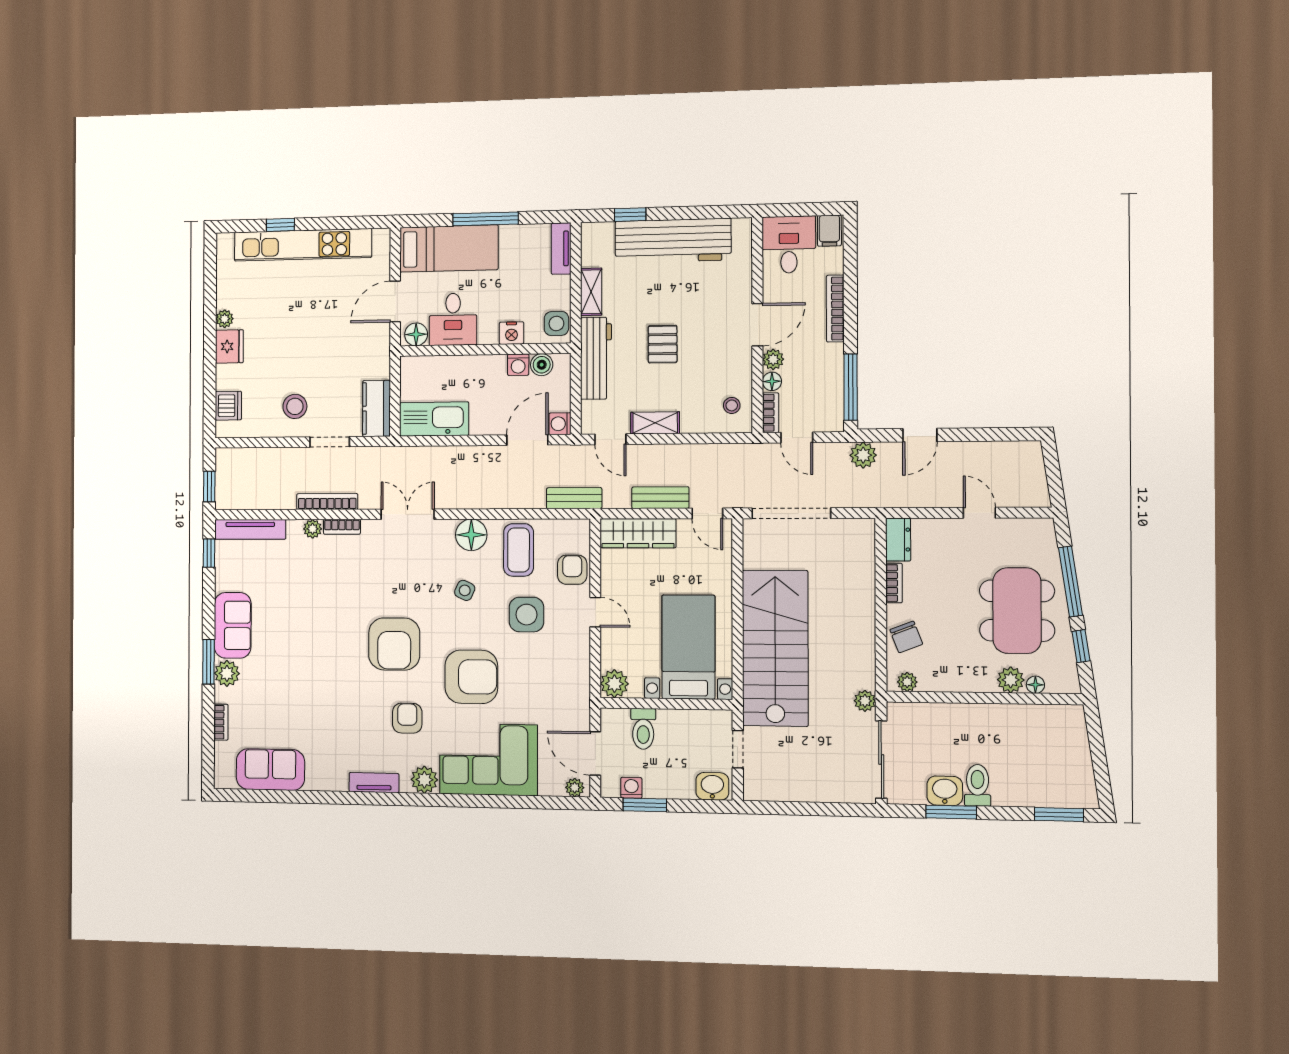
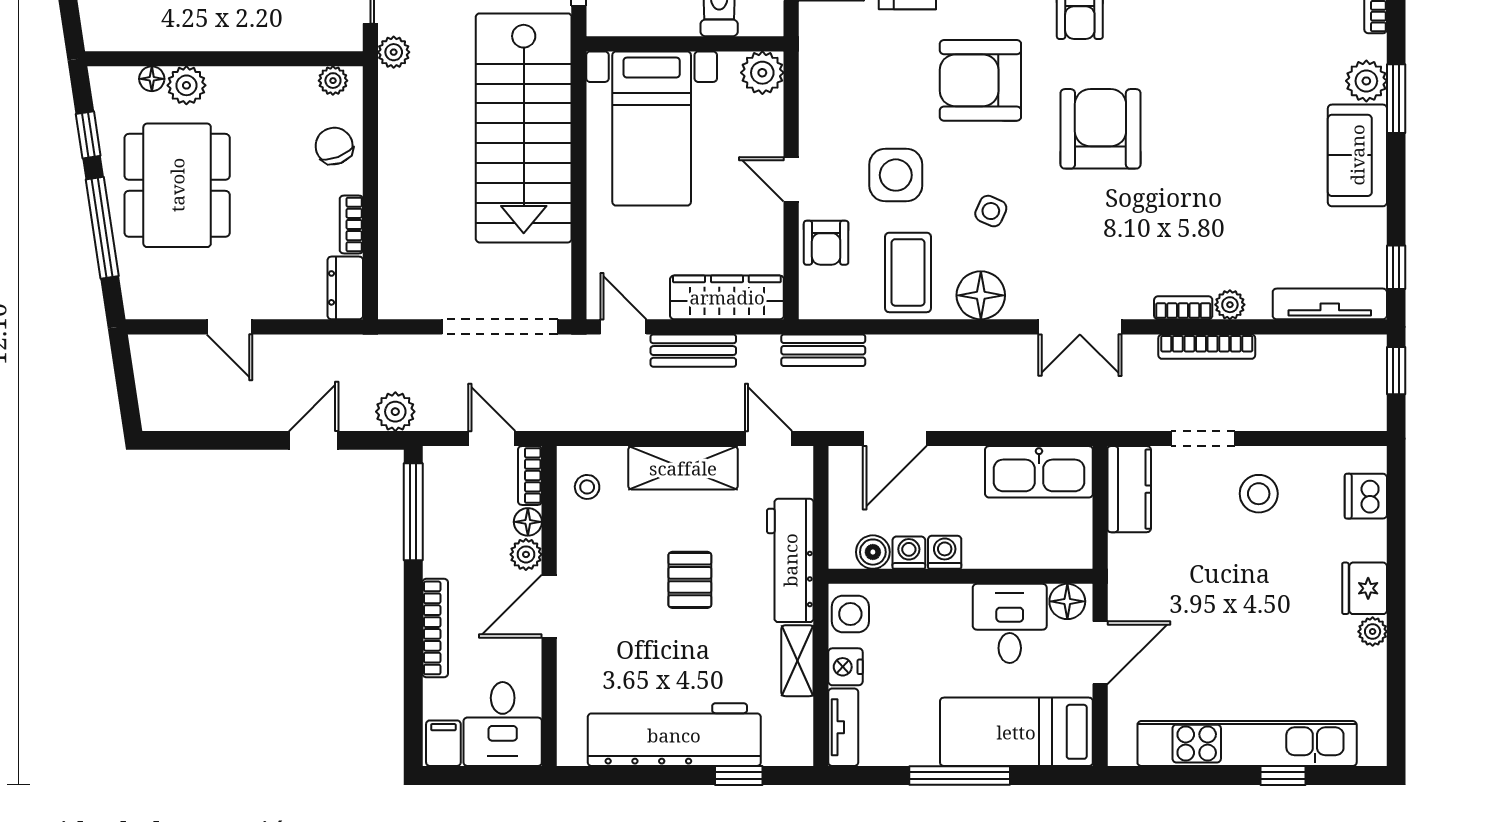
nightstand: (512, 333) -> (845, 667), moved, turned -90
shelving: (655, 423) -> (683, 468), width x1.50, depth x1.33
washing machine: (560, 424) -> (945, 552), moved, turned -90

